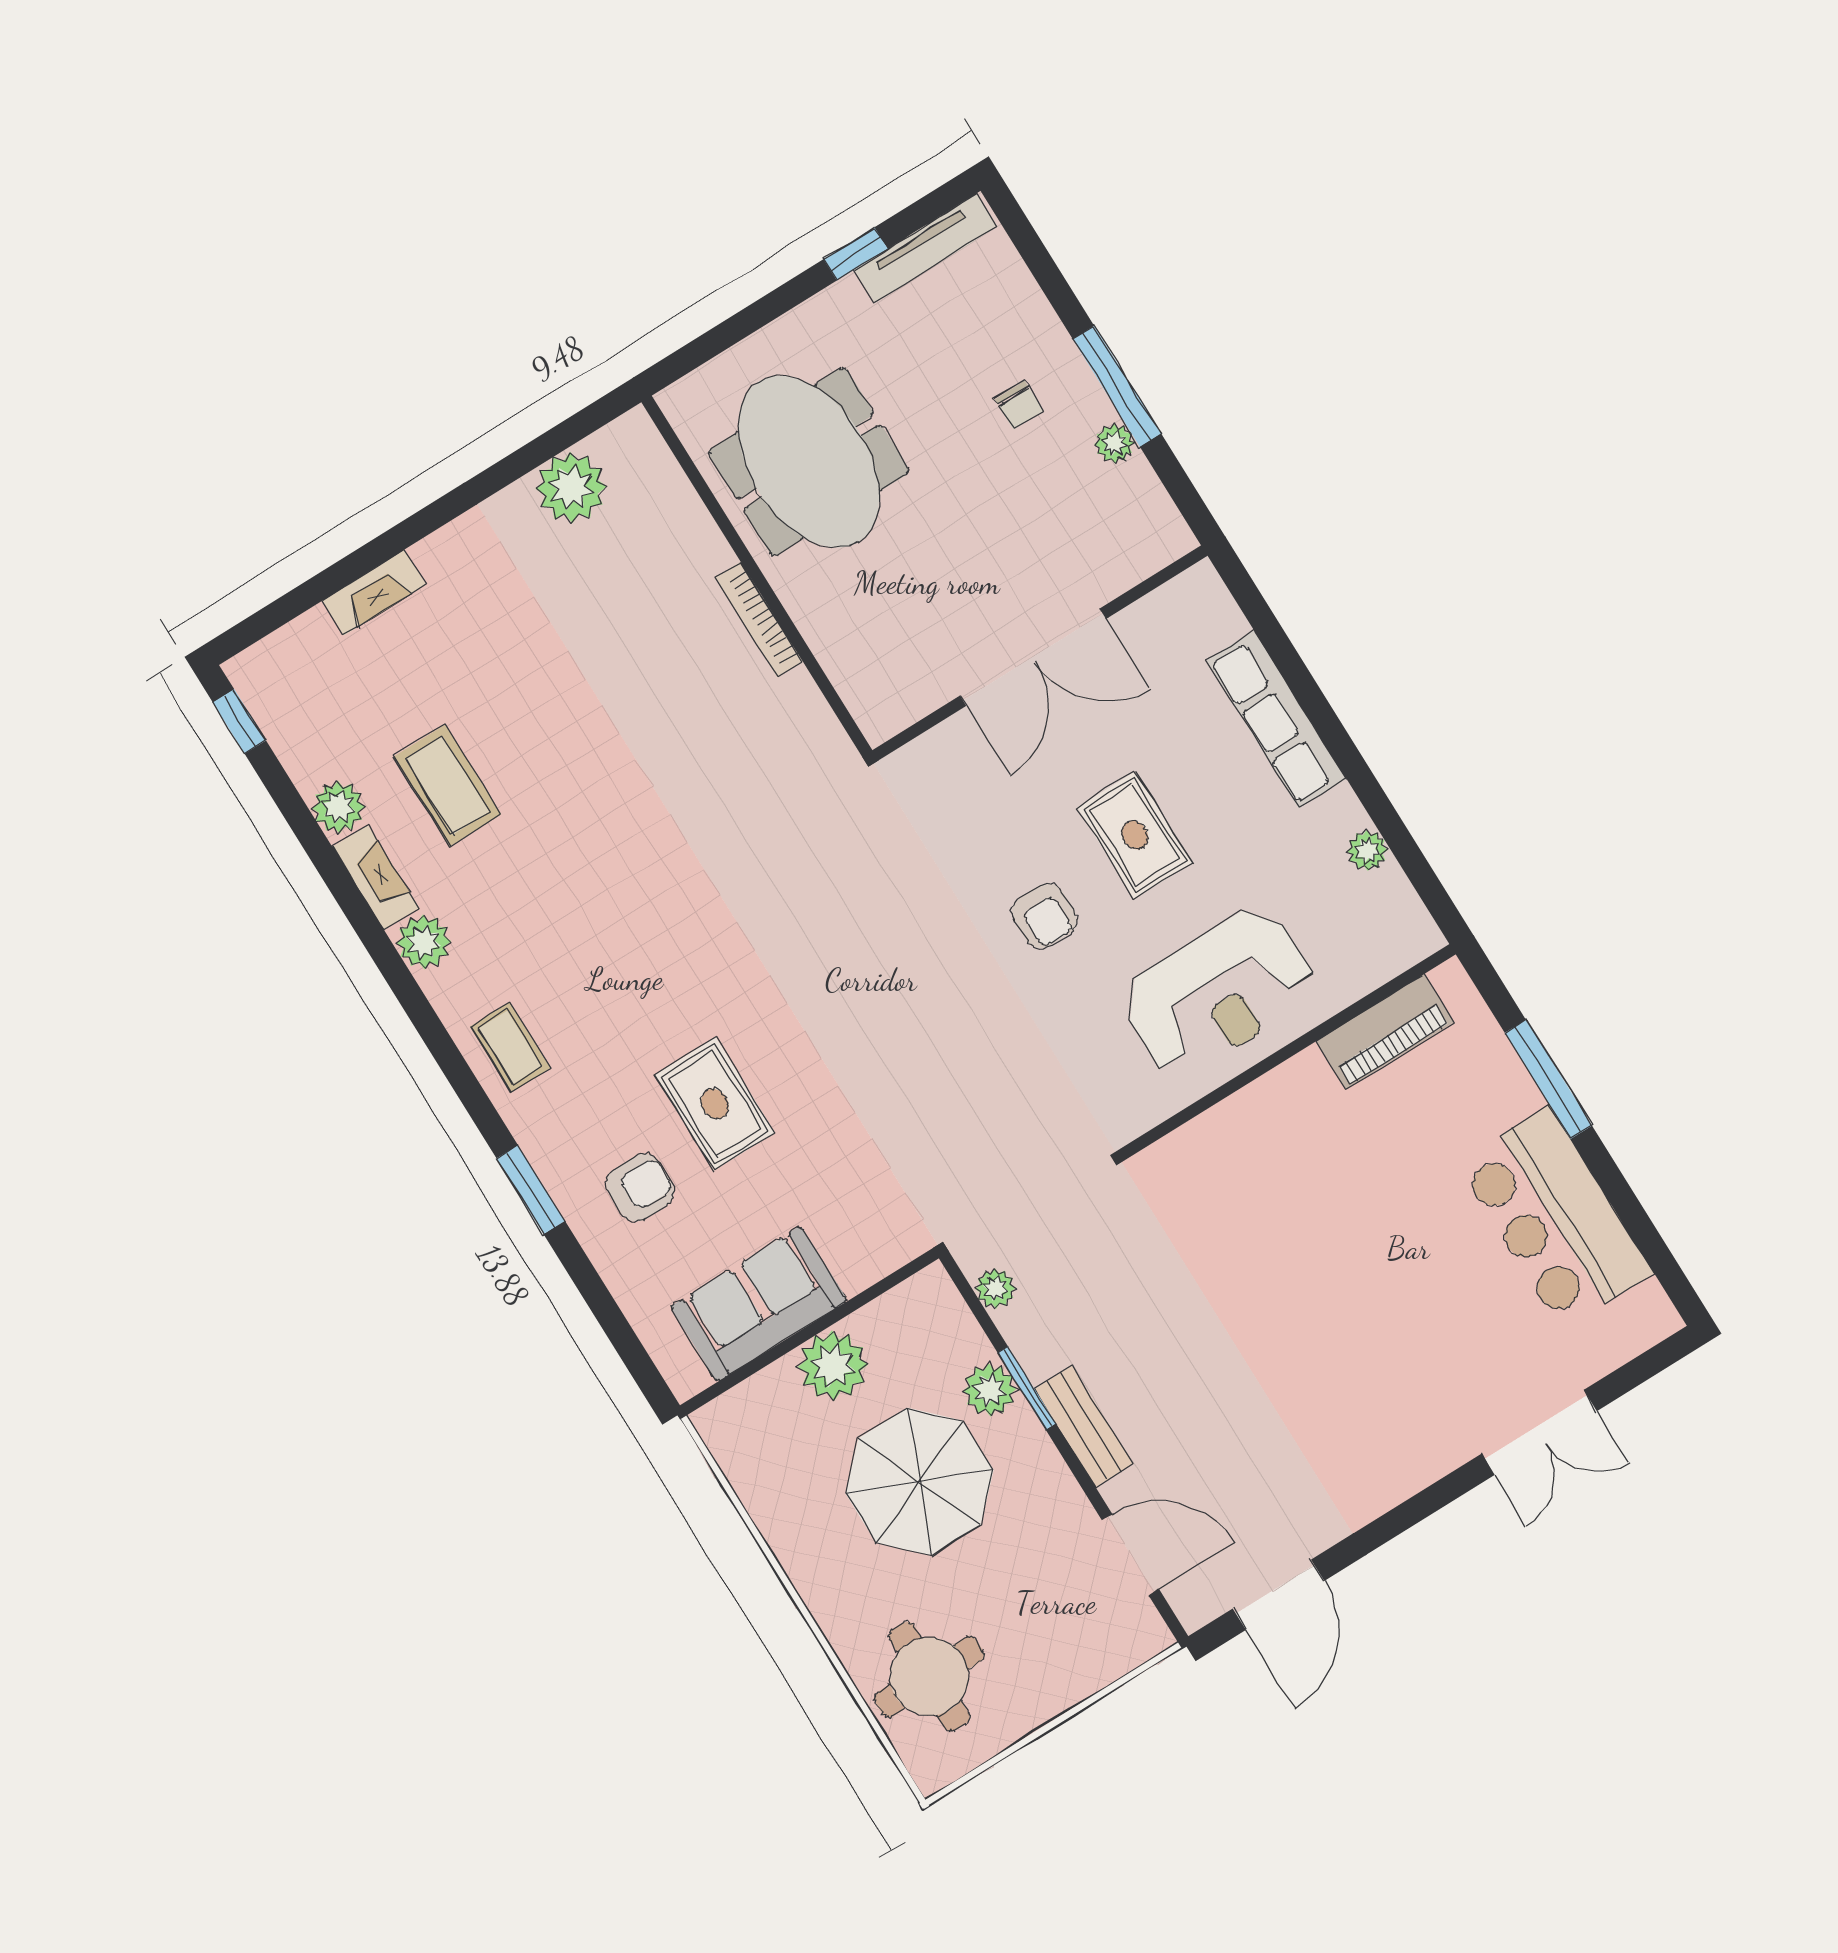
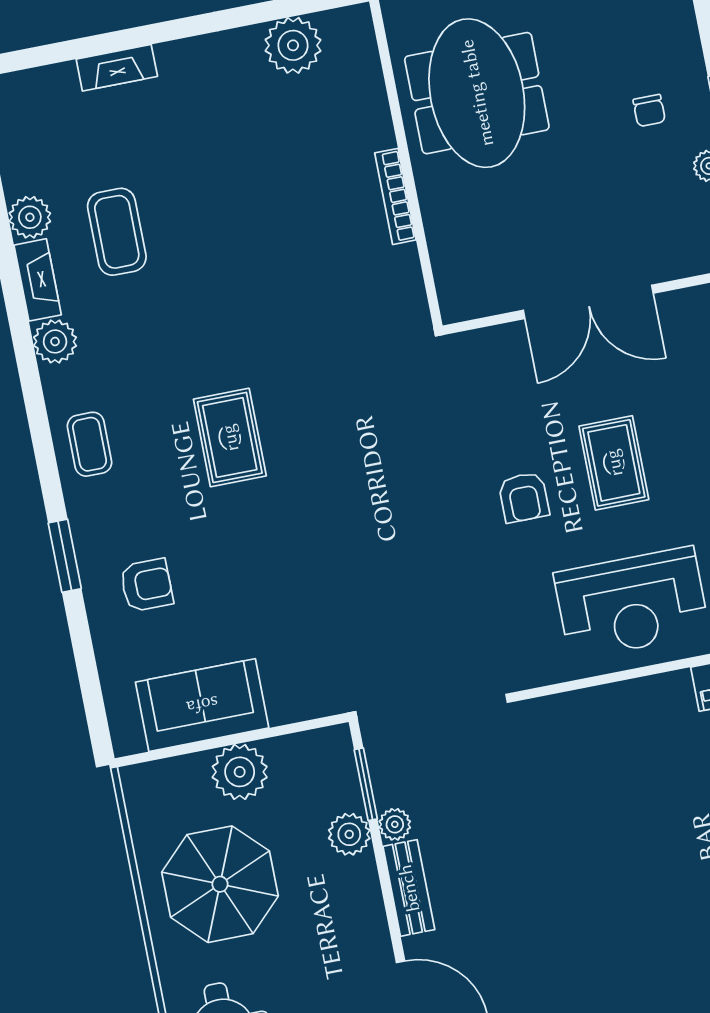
rug: (715, 1104) -> (230, 438), moved
plant: (996, 1288) -> (395, 824), moved
window: (1027, 1388) -> (366, 784), moved
parasol: (920, 1482) -> (220, 884), moved

